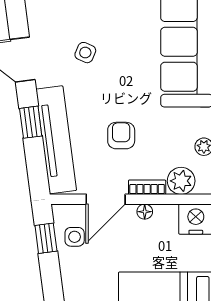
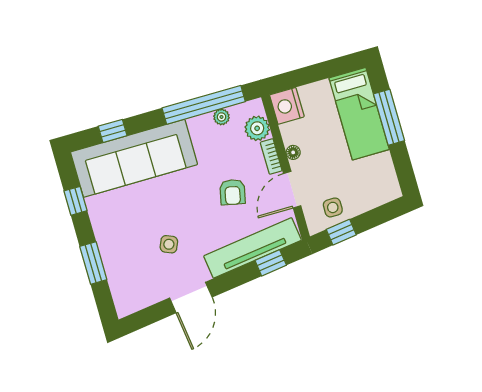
window: (31, 122) -> (271, 263), moved
armchair: (121, 136) -> (232, 192), turned -78
door: (106, 199) -> (292, 190), swing flipped

